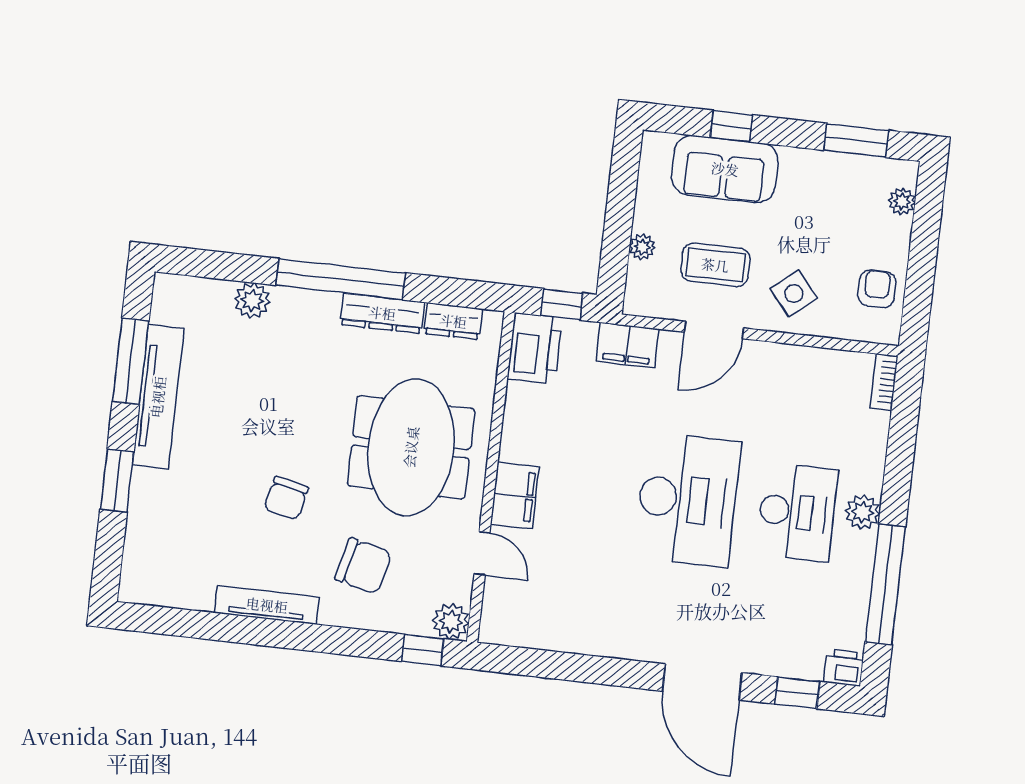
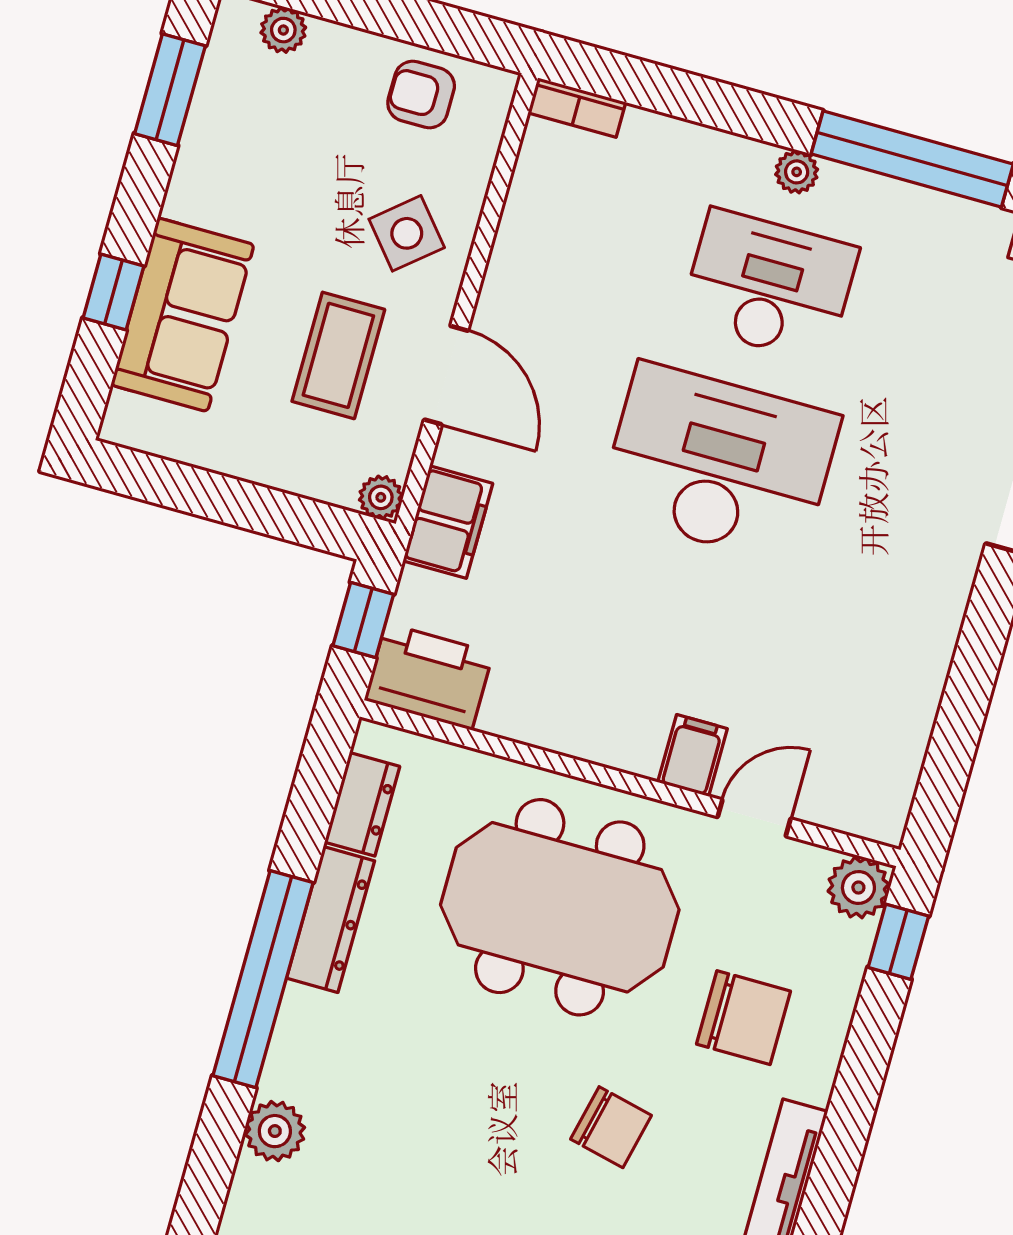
plant: (642, 247) -> (381, 497), moved
filing cabinet: (515, 496) -> (693, 755), width x0.50
plant: (863, 512) -> (797, 172), width x0.73, depth x0.73
chair: (363, 566) -> (743, 1018), turned 76

